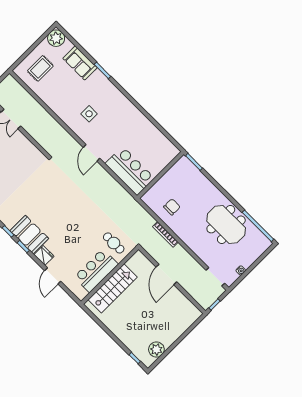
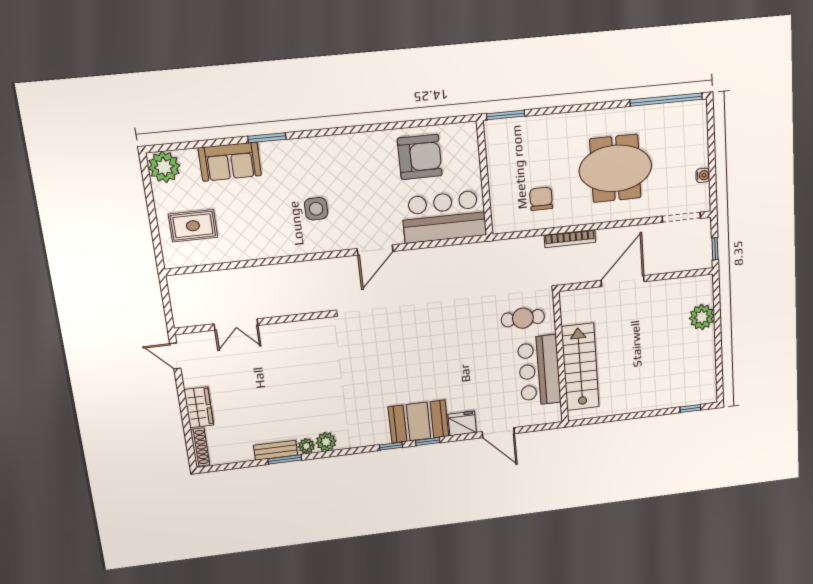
rug: (40, 68) -> (193, 226), turned 90
armchair: (147, 140) -> (420, 157), added
door: (91, 153) -> (375, 250), hinge flipped
meeting table: (226, 224) -> (615, 168), moved
door: (166, 274) -> (623, 281), swing flipped
plant: (156, 349) -> (702, 317), moved

